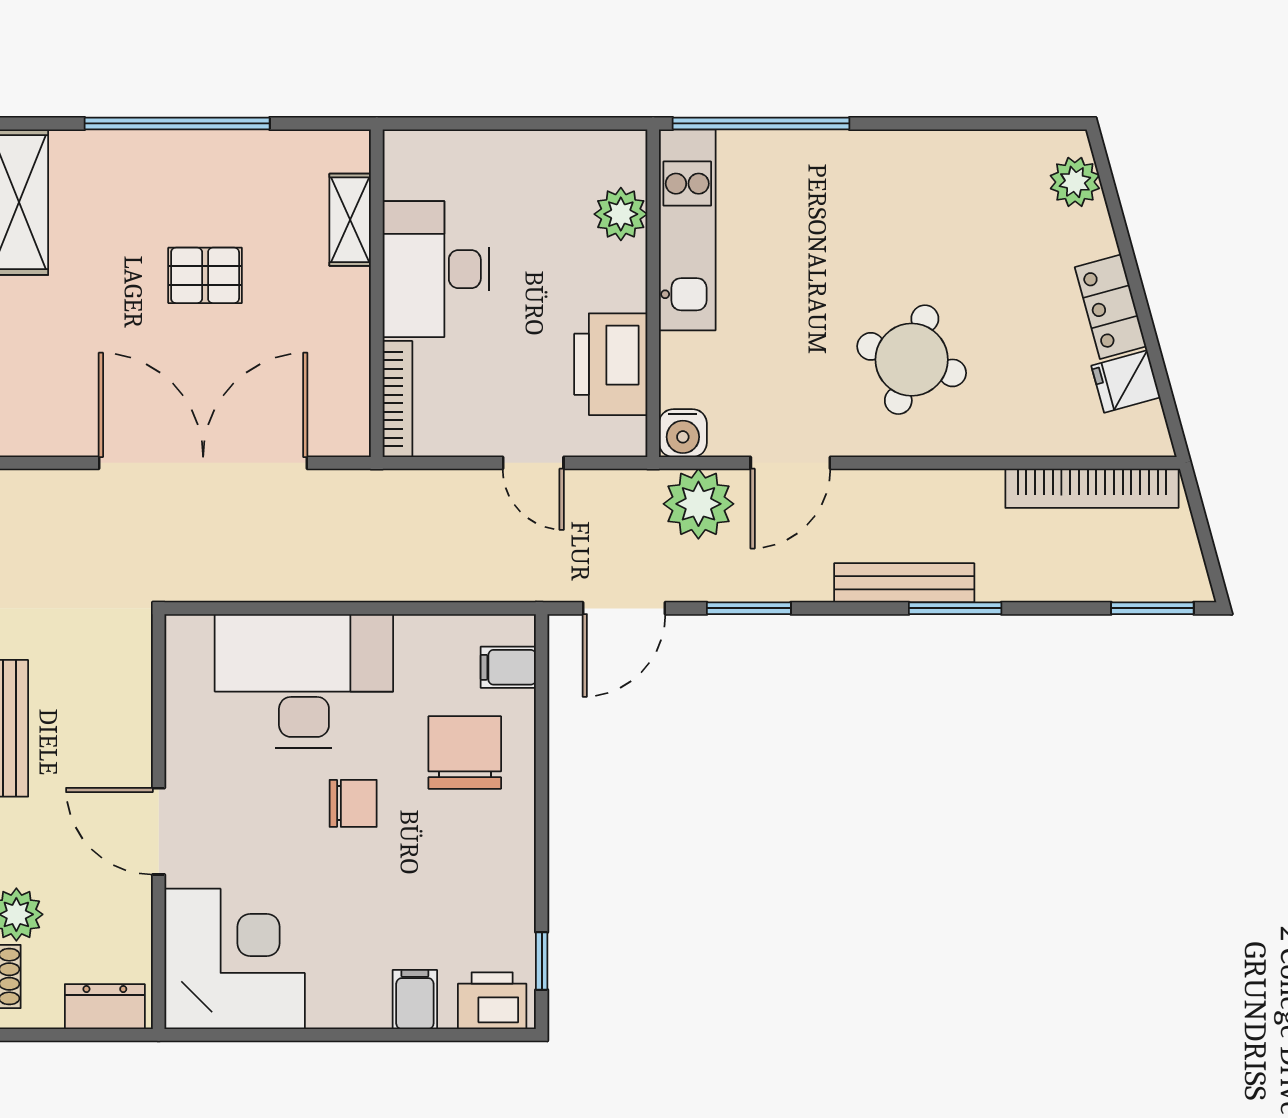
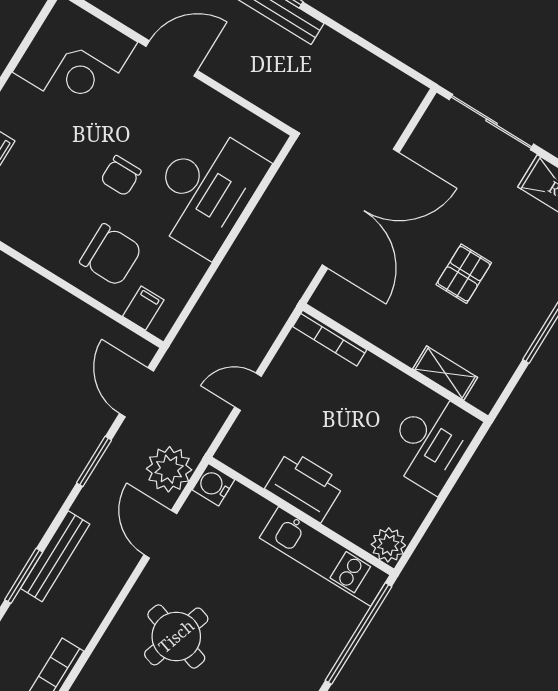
plant: (621, 214) -> (388, 545), moved
desk: (436, 269) -> (432, 441), moved, turned 90
printer: (611, 364) -> (305, 486), moved

